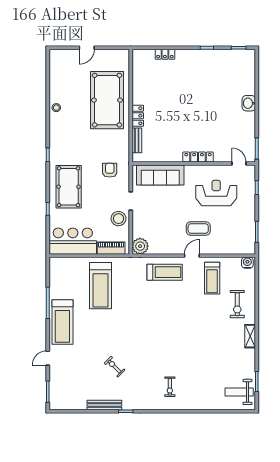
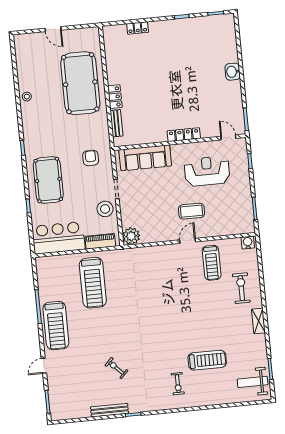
door: (87, 48) -> (53, 29), hinge flipped
treadmill: (165, 272) -> (207, 360), moved
exercise bike: (237, 304) -> (241, 288), turned 180

